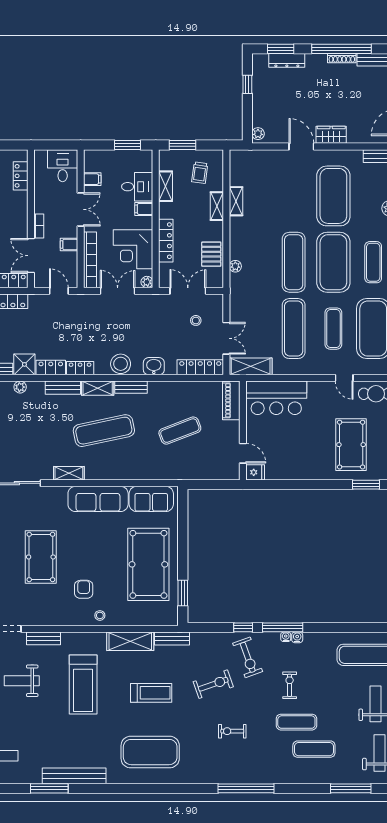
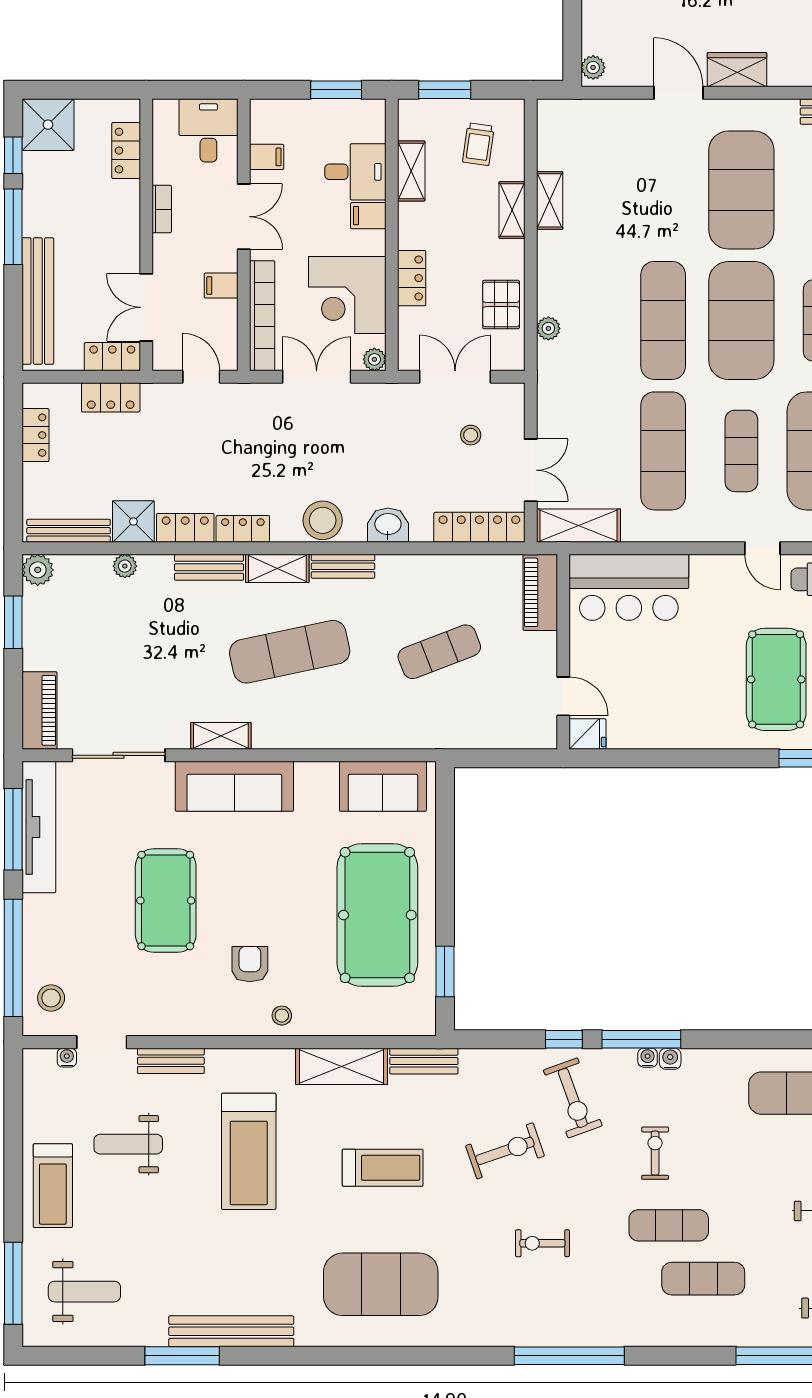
bookcase: (39, 226) -> (162, 209), moved
locker: (166, 241) -> (412, 278), width x0.66
sofa: (98, 499) -> (234, 786), moved

